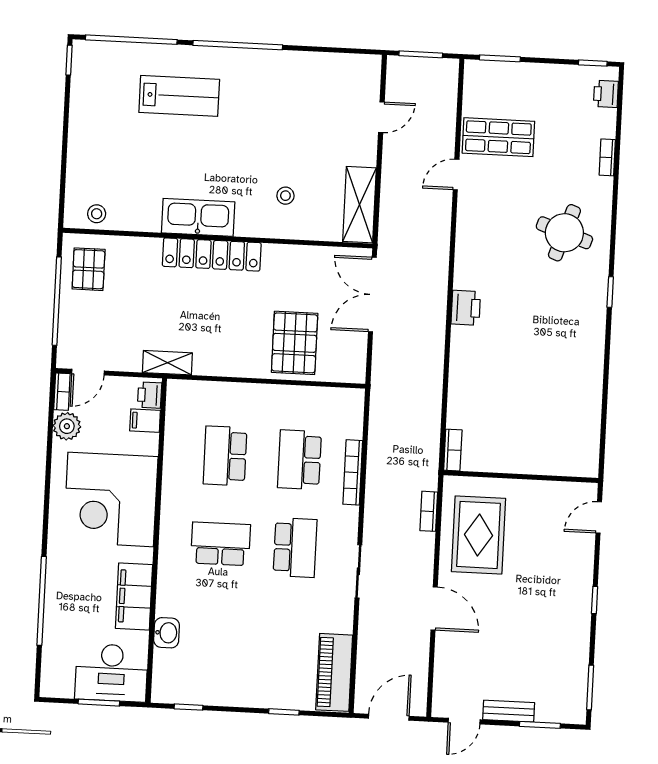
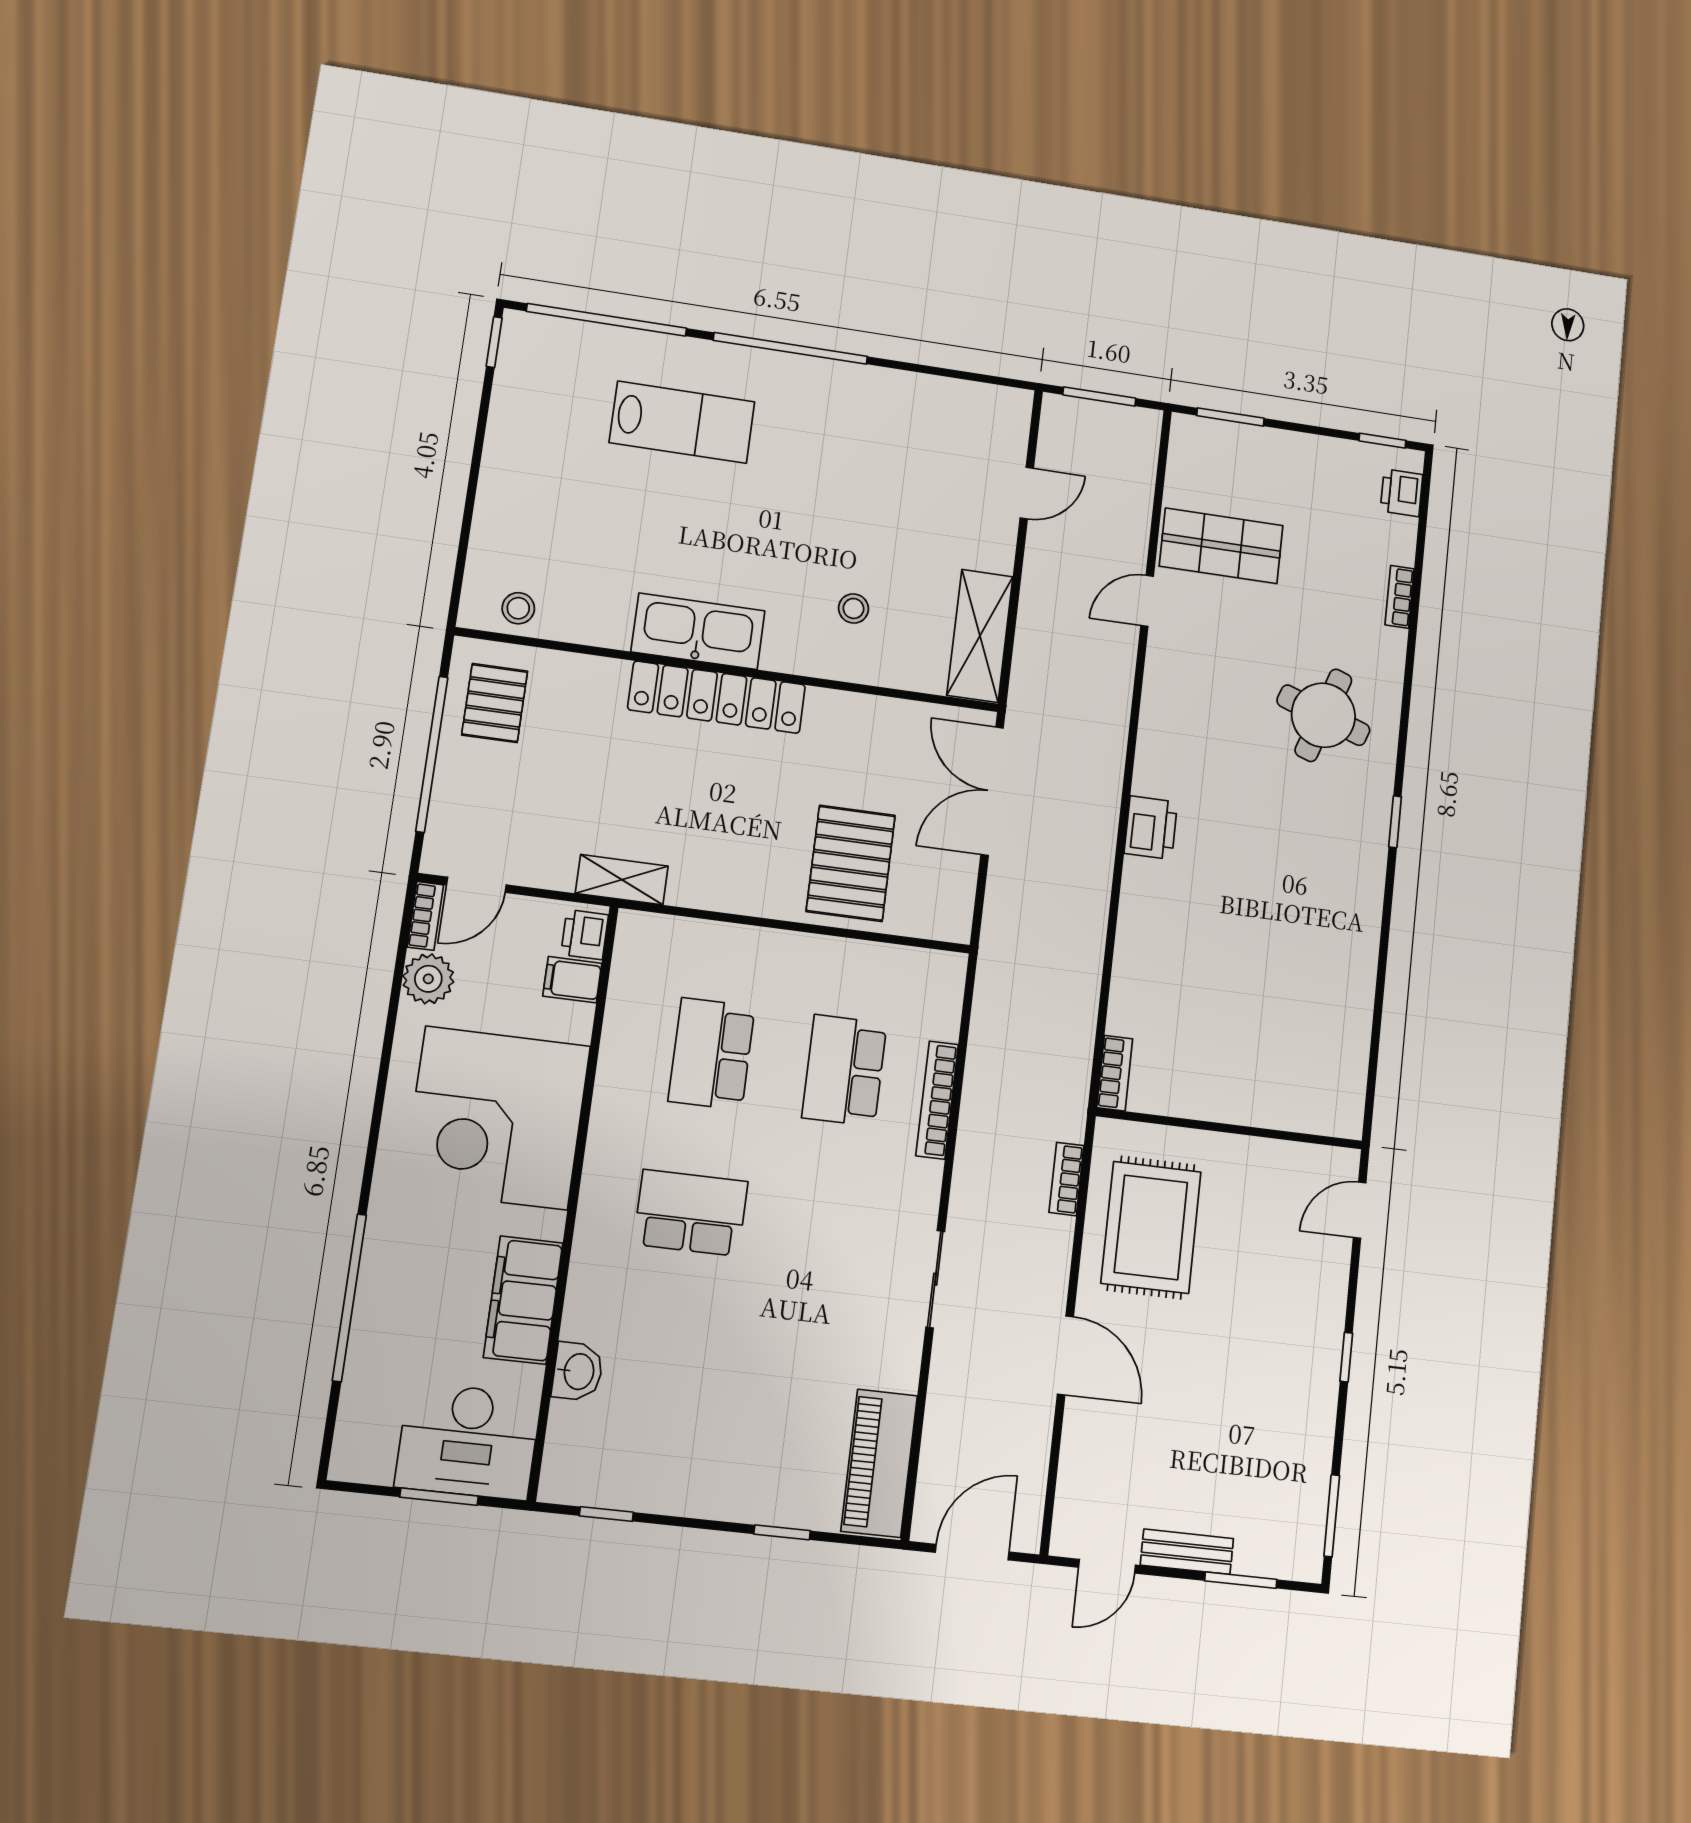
school desk: (295, 548) -> (825, 1229), removed

